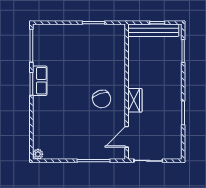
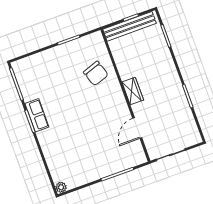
chair: (102, 99) -> (96, 73), moved
wardrobe: (135, 100) -> (133, 91), moved
door: (127, 137) -> (137, 128), moved

